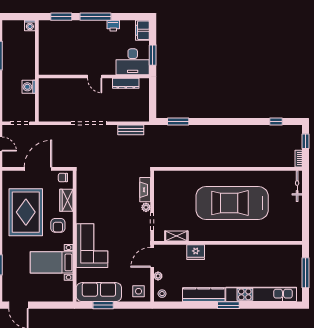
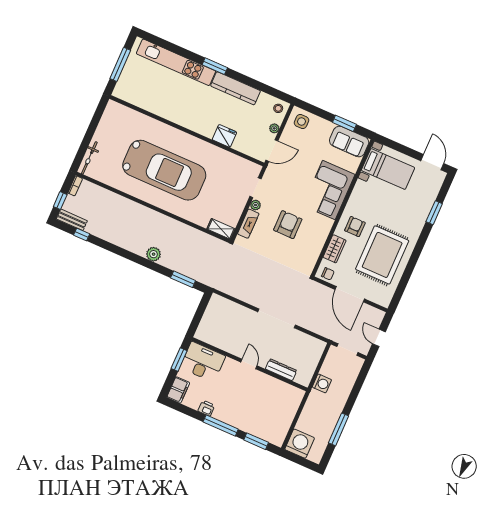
washing machine: (30, 25) -> (300, 444), width x1.89, depth x1.89
dresser: (126, 83) -> (281, 370), moved
bench: (131, 130) -> (72, 220), moved
plant: (211, 131) -> (154, 254), added
door: (38, 169) -> (350, 294), hinge flipped
armchair: (113, 203) -> (288, 225), added
shelving: (176, 236) -> (221, 229), moved
bed with nightstands: (52, 262) -> (388, 169), moved
sofa: (99, 292) -> (349, 141), width x0.73

